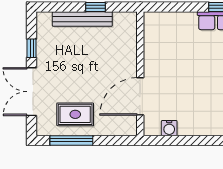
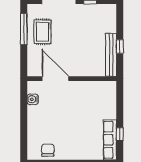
bench: (82, 19) -> (111, 55), moved

